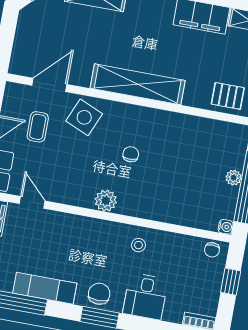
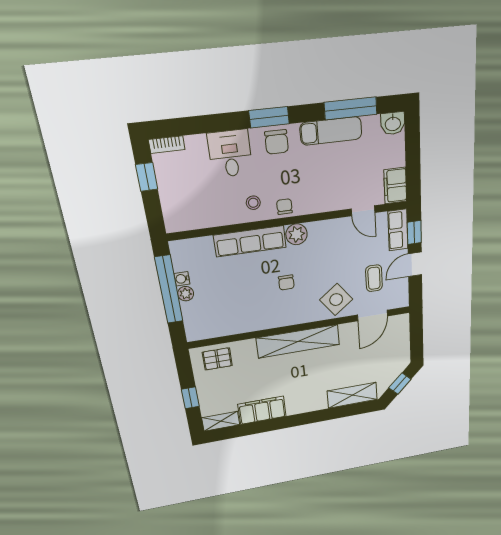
side table: (84, 117) -> (336, 300), turned 30
row of seats: (154, 209) -> (250, 241), added
water cooler: (226, 227) -> (182, 279), moved
chair: (212, 250) -> (284, 207), moved
window: (231, 282) -> (147, 177), moved

